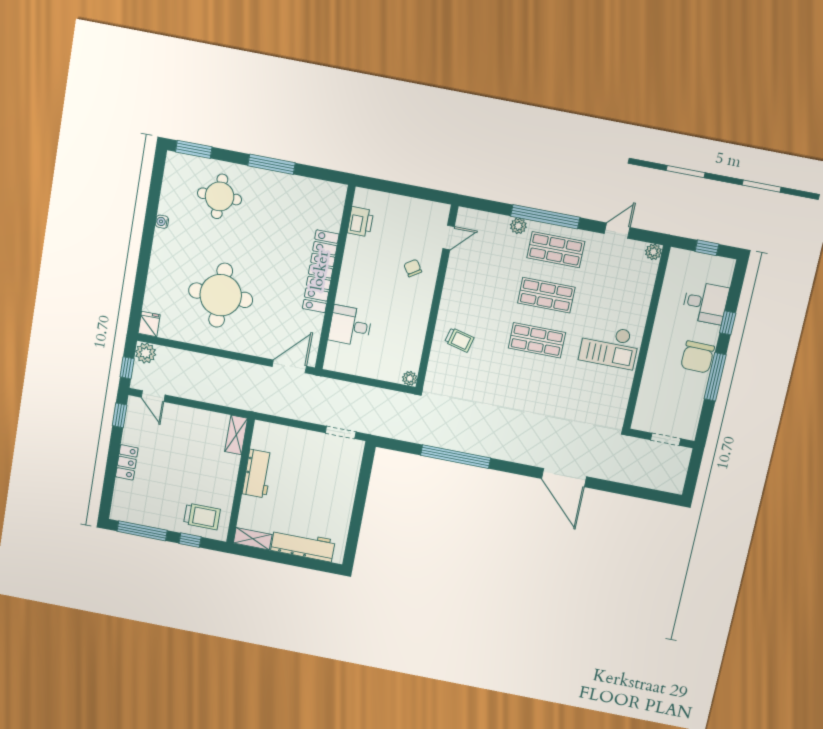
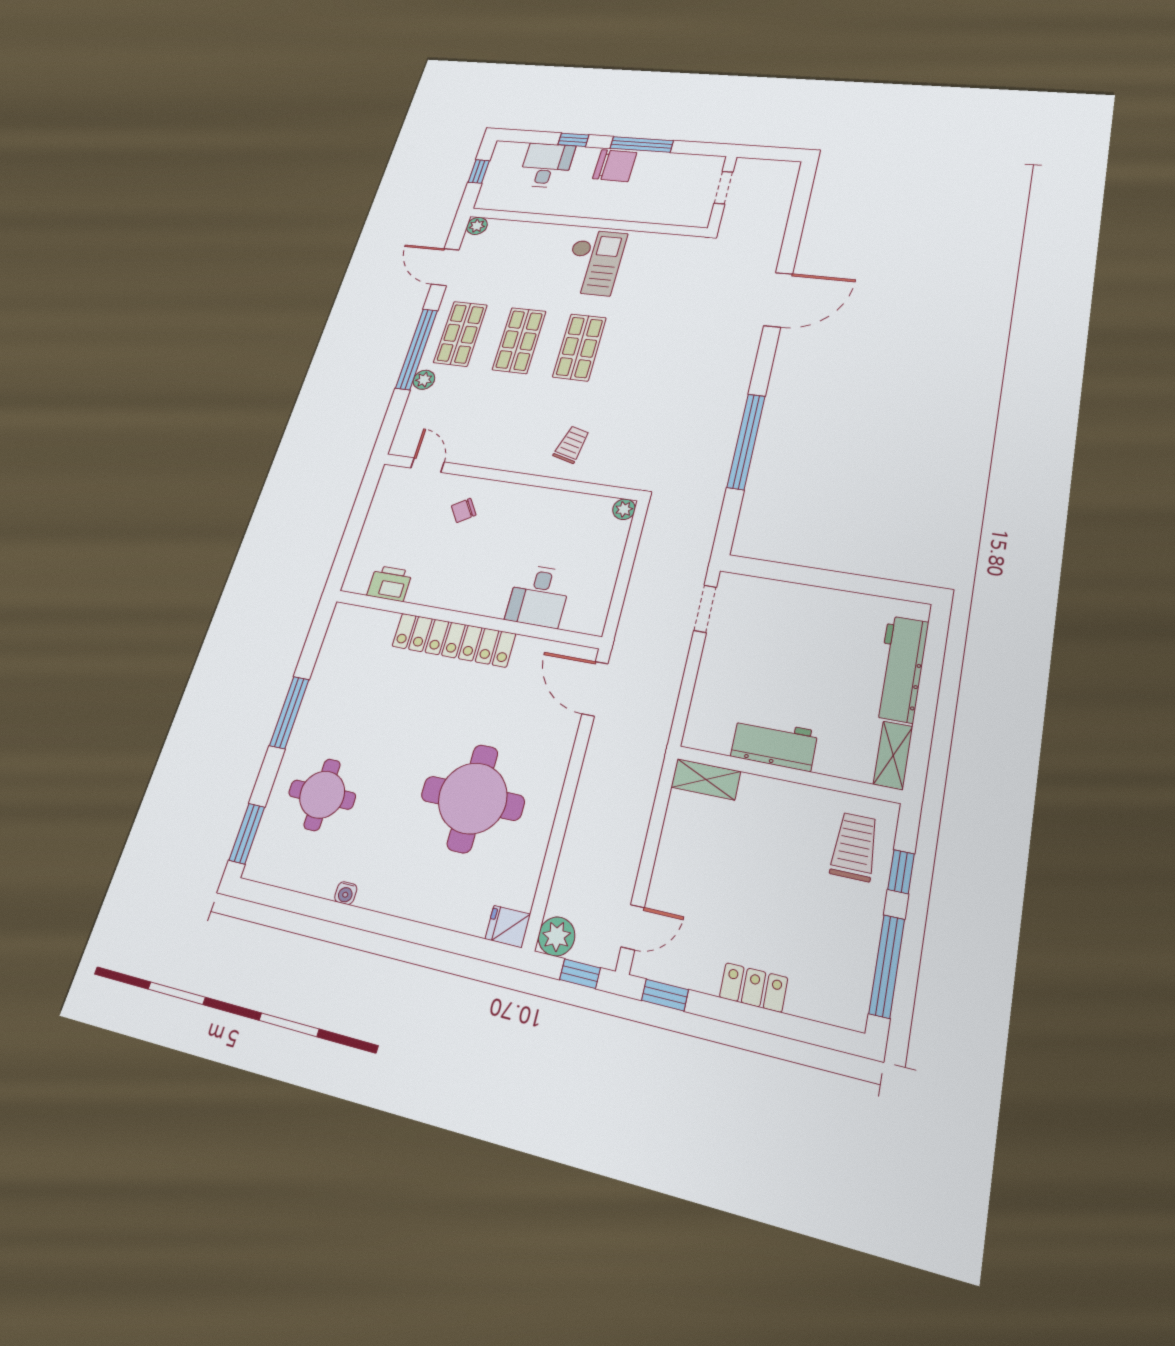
door: (617, 231) -> (445, 267), width x1.38

